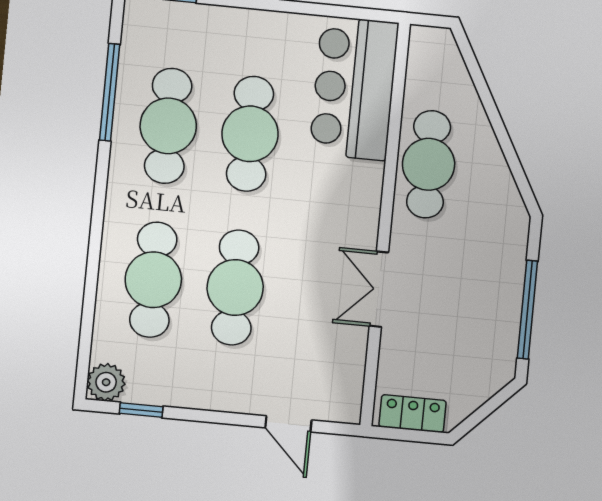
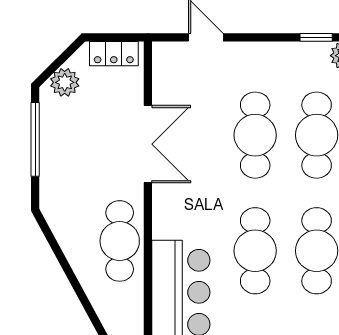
double door: (379, 289) -> (148, 144), width x1.37
plant: (481, 382) -> (65, 82), added

